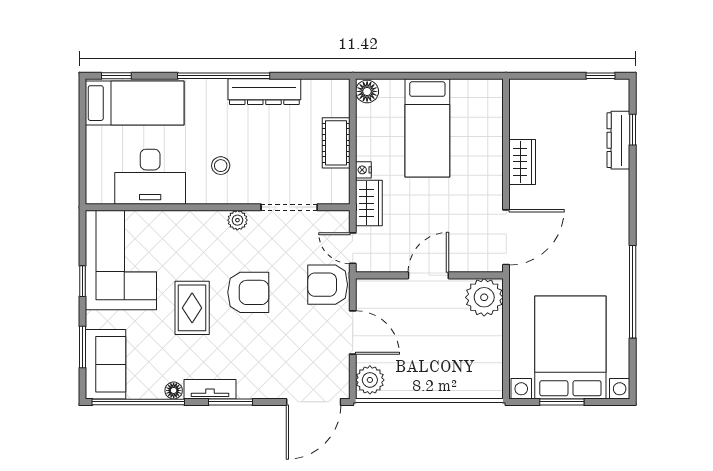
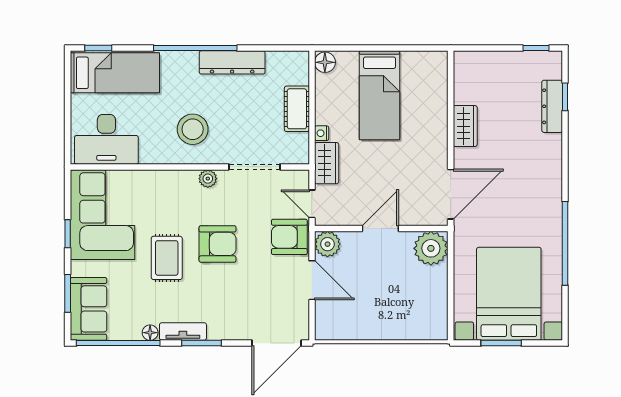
stool: (221, 166) -> (193, 129), width x1.89, depth x1.89
desk: (150, 177) -> (106, 139), moved
plant: (370, 380) -> (327, 244), moved

